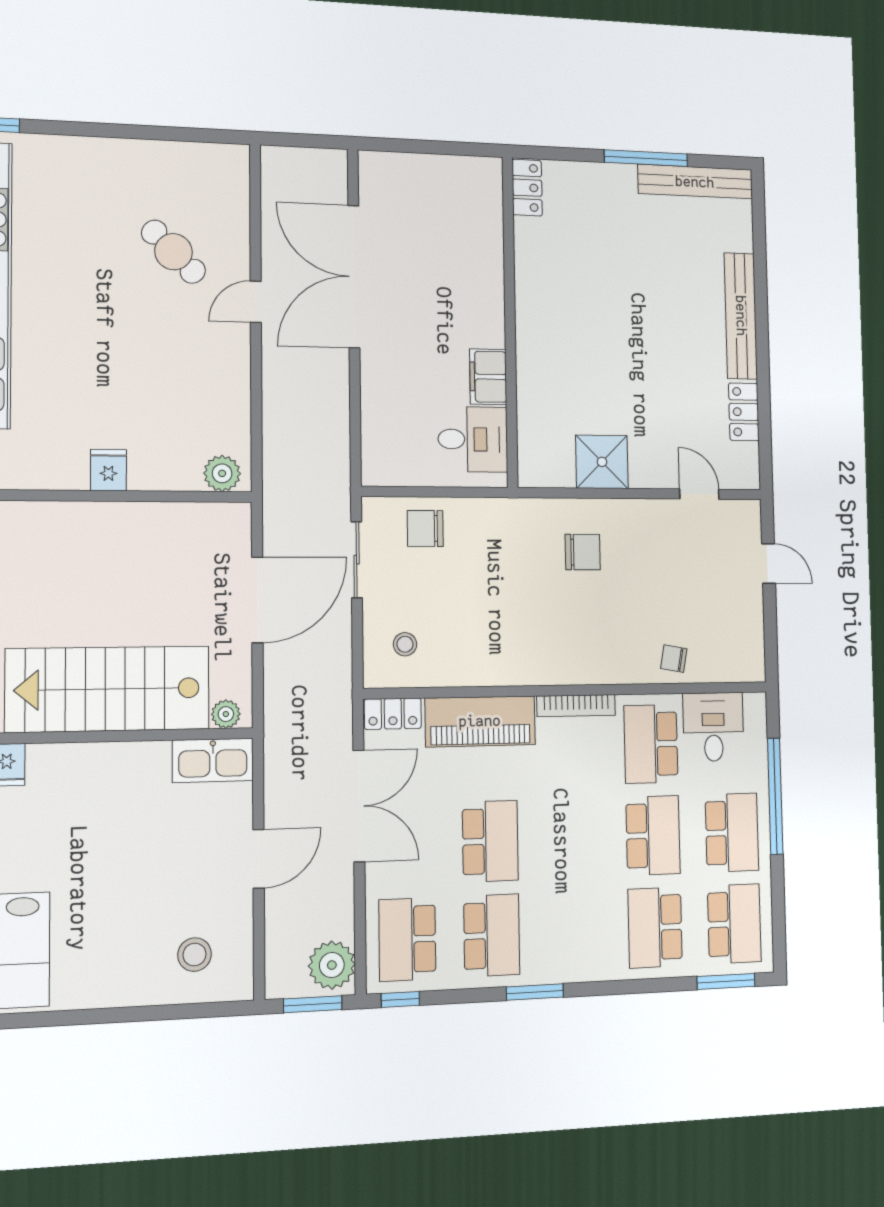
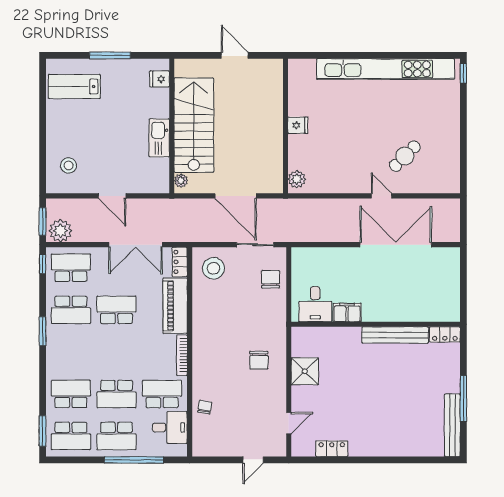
bench: (741, 316) -> (395, 335), moved
stool: (405, 644) -> (213, 268), width x1.89, depth x1.89
kitchen sink: (213, 760) -> (159, 138), moved
school desk: (490, 841) -> (116, 310), turned 180

